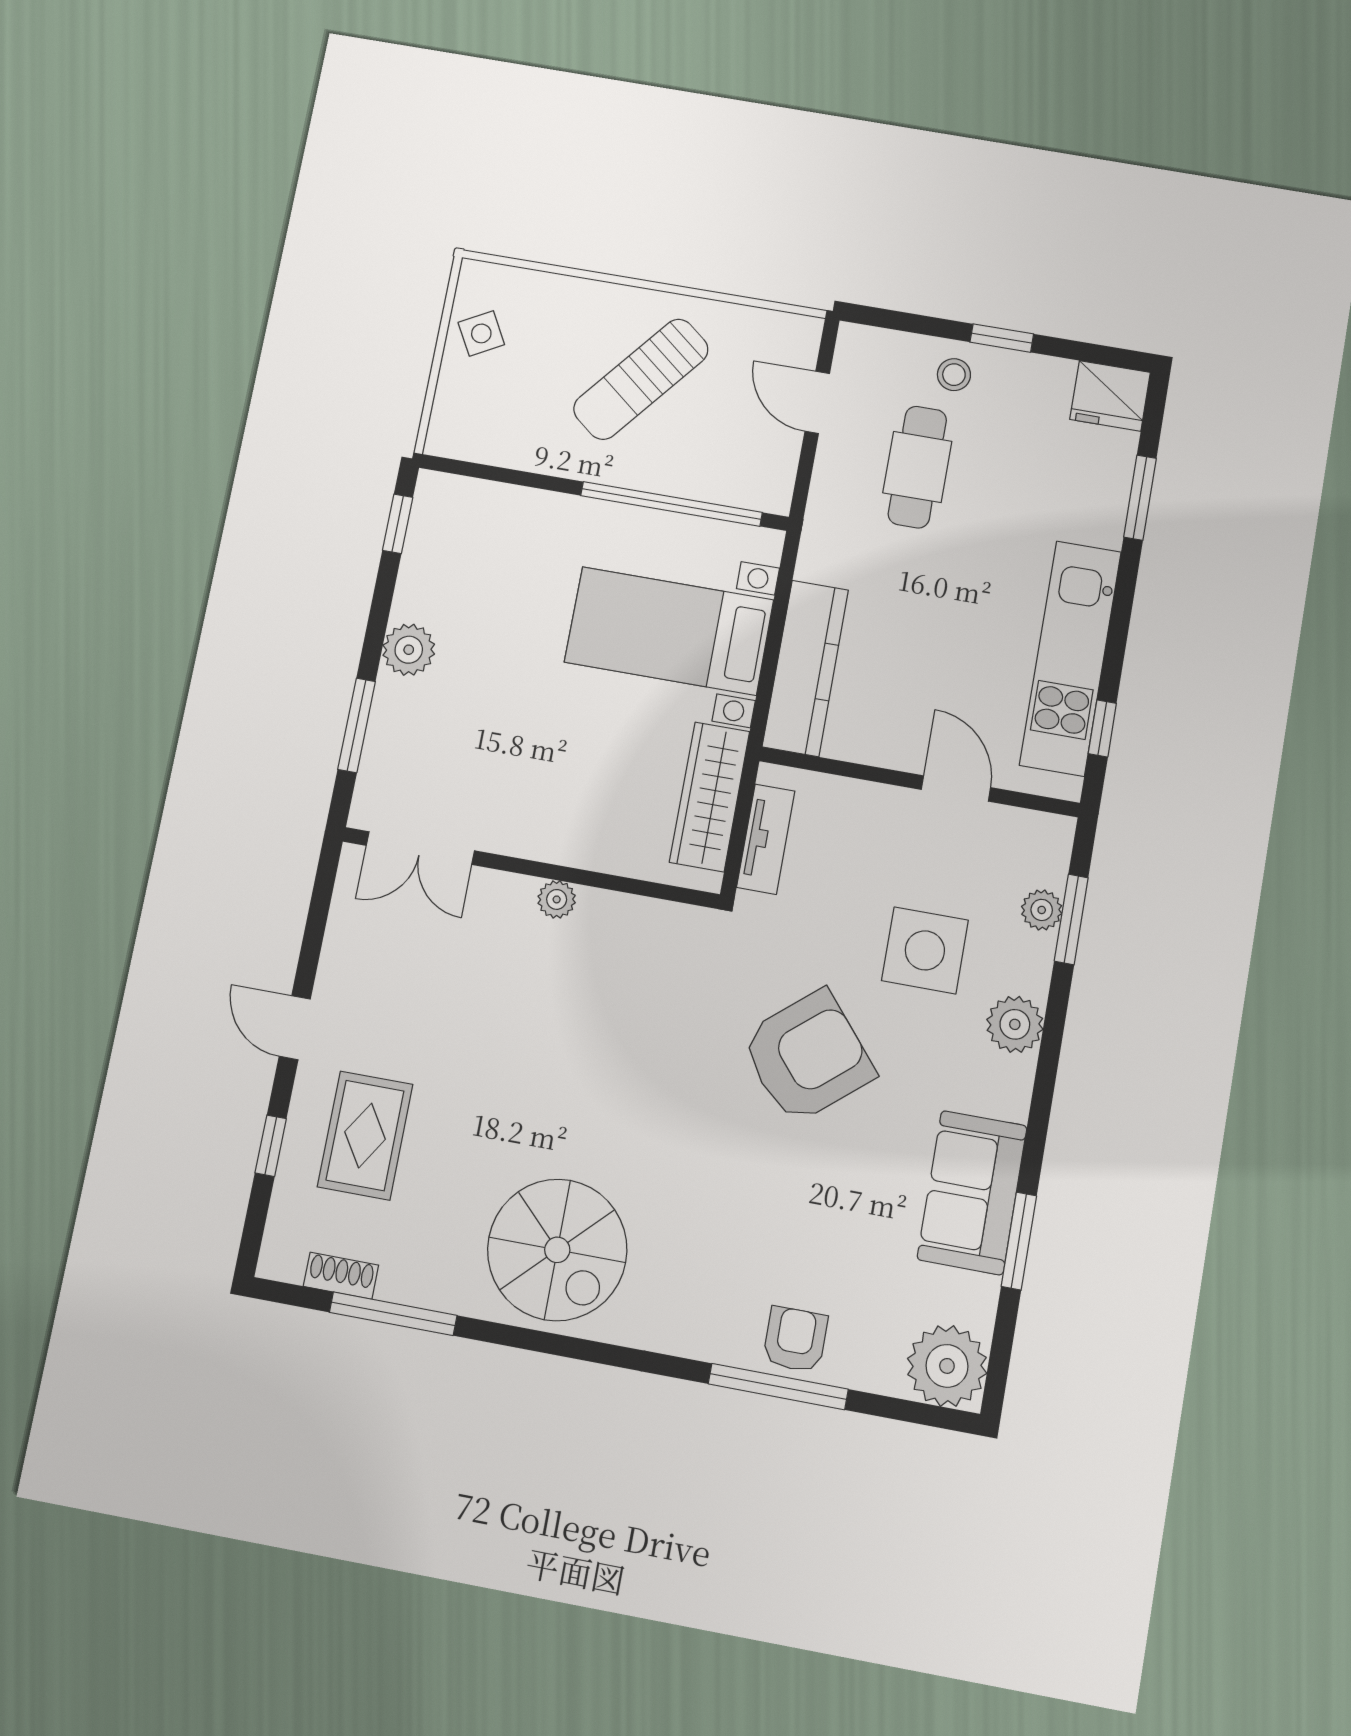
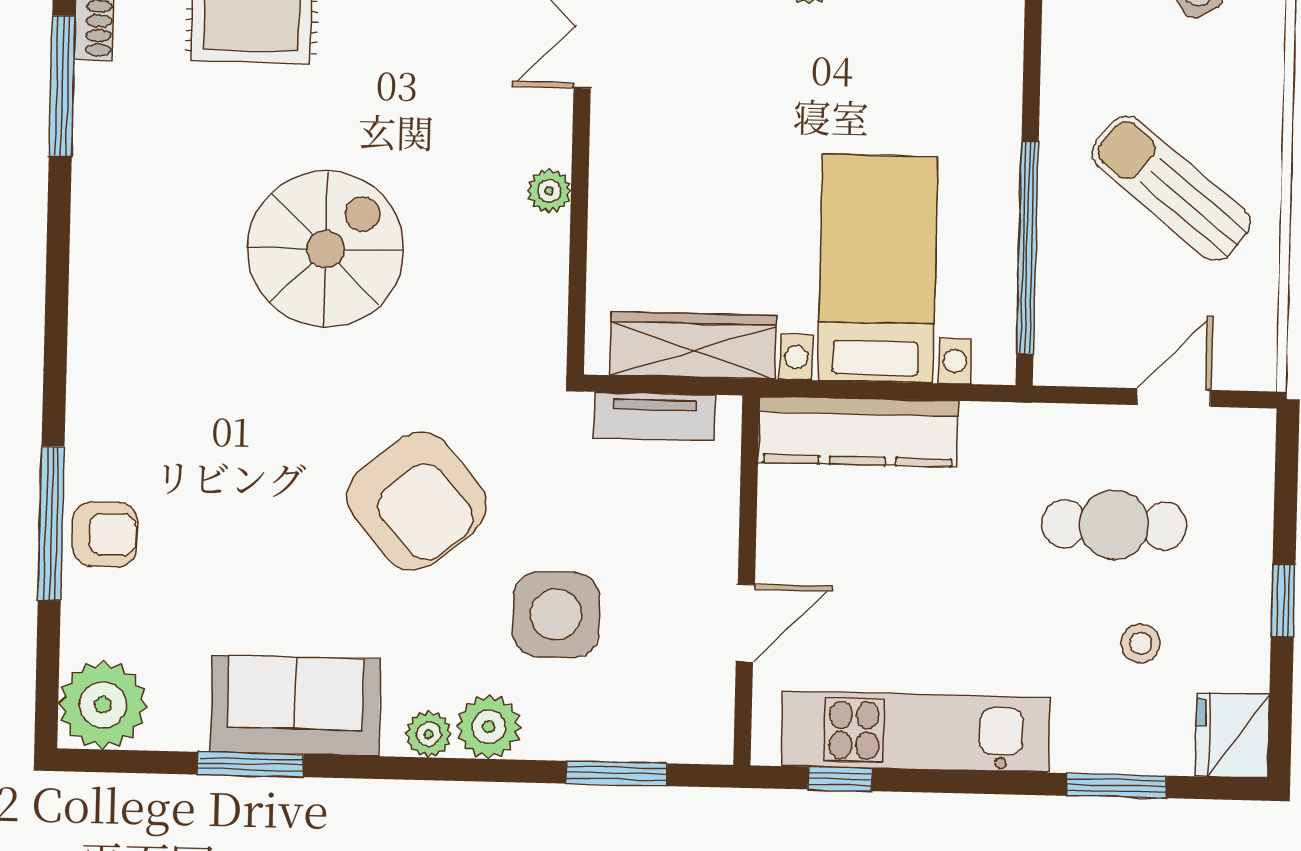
stool: (954, 375) -> (1141, 643), moved
plant: (1042, 910) -> (429, 734), moved
spiral stairs: (557, 1250) -> (326, 249), moved, turned 180

